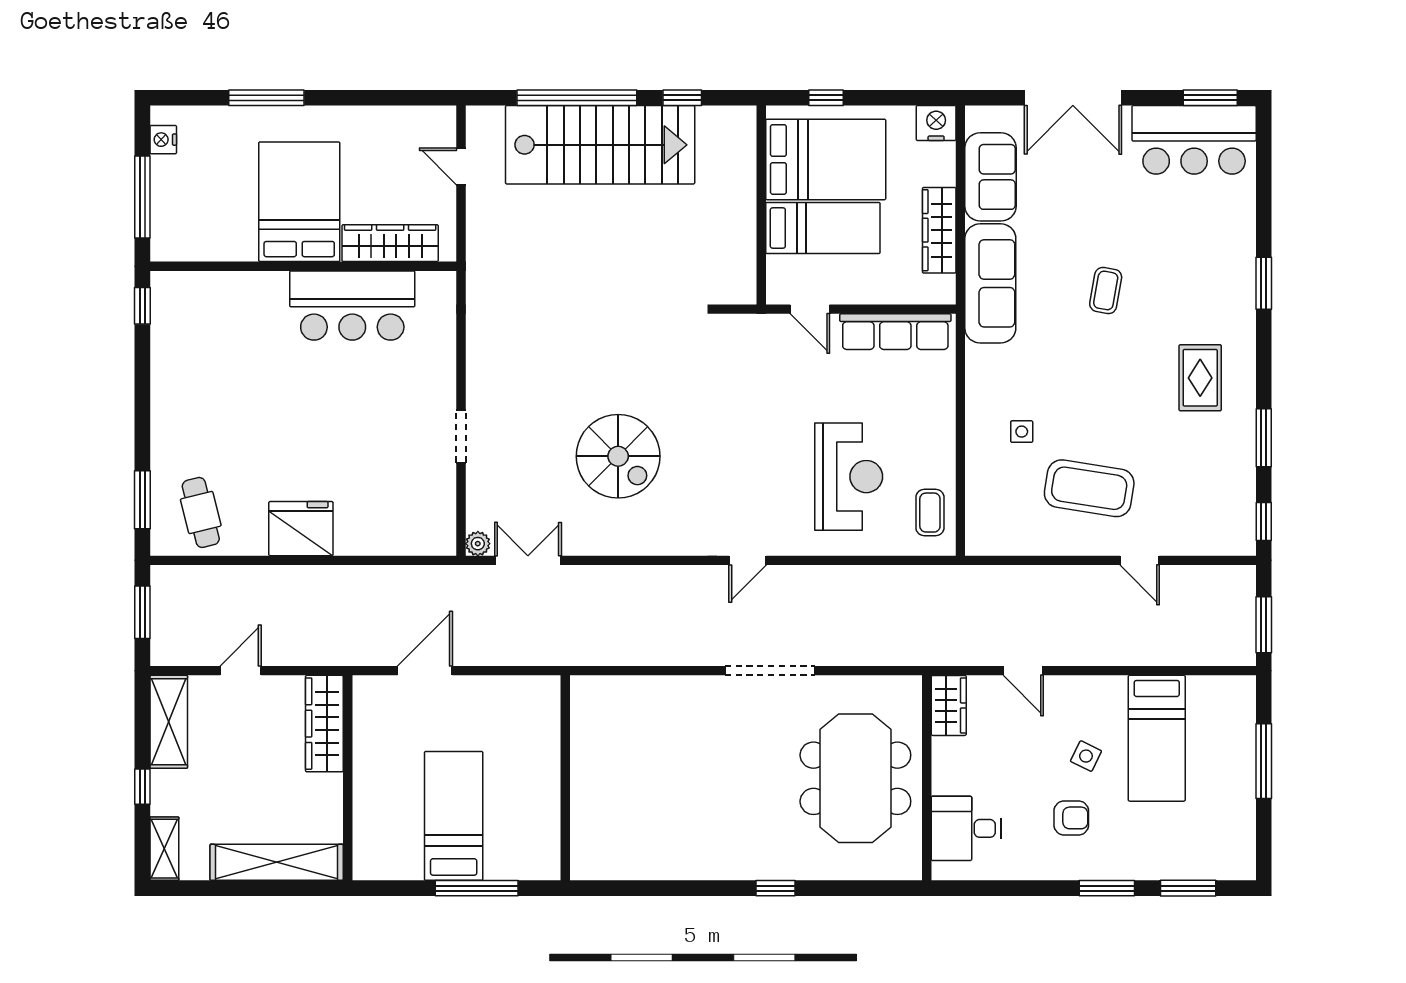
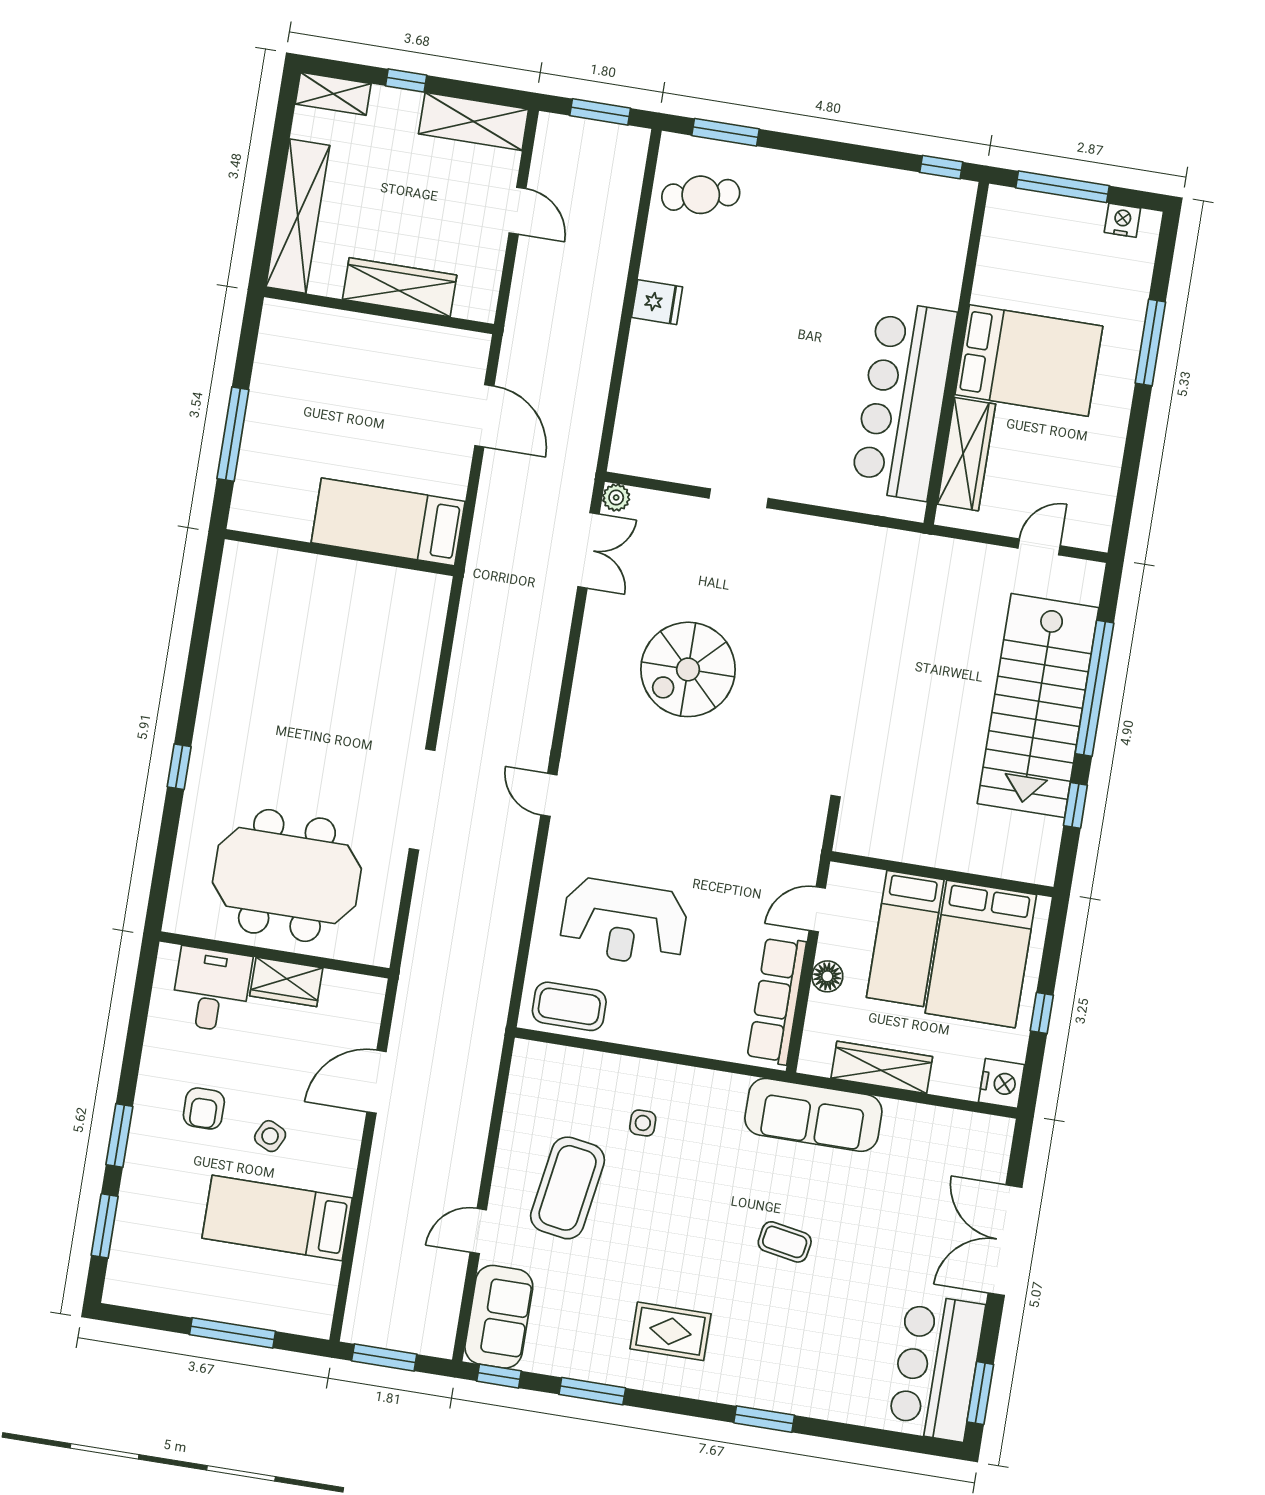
window: (826, 98) -> (1042, 1013), moved
sofa: (991, 177) -> (499, 1317), moved, turned -90
floor lamp: (867, 291) -> (827, 976), added
bar counter: (352, 306) -> (904, 401), width x1.36
coffee table: (930, 513) -> (569, 1006), width x1.36, depth x1.30
fridge: (301, 529) -> (657, 302), width x0.53, depth x0.75
door: (1023, 671) -> (376, 1082), width x1.38
wardrobe: (949, 705) -> (286, 982), moved
wardrobe: (324, 724) -> (400, 287), moved
bed: (454, 816) -> (388, 522), moved, turned 180

